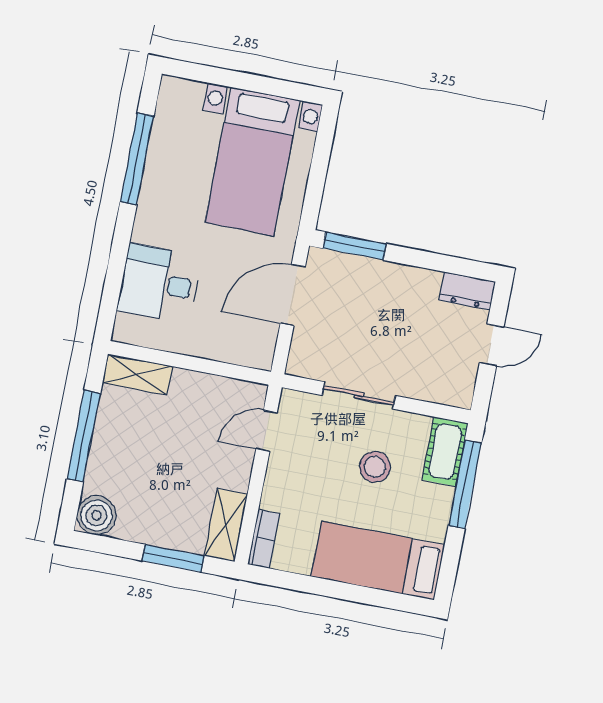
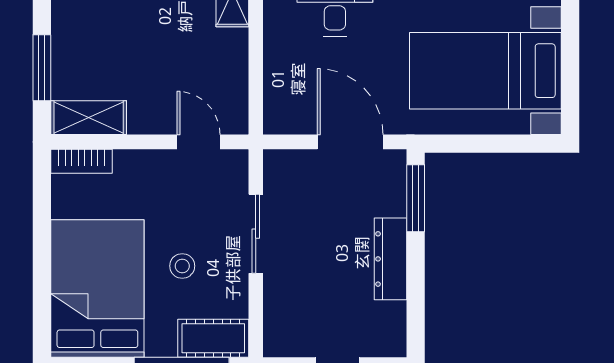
dresser: (467, 291) -> (391, 259), moved, width x1.44
stool: (375, 467) -> (182, 266), width x0.73, depth x0.73
bed: (378, 561) -> (97, 288), width x1.50

